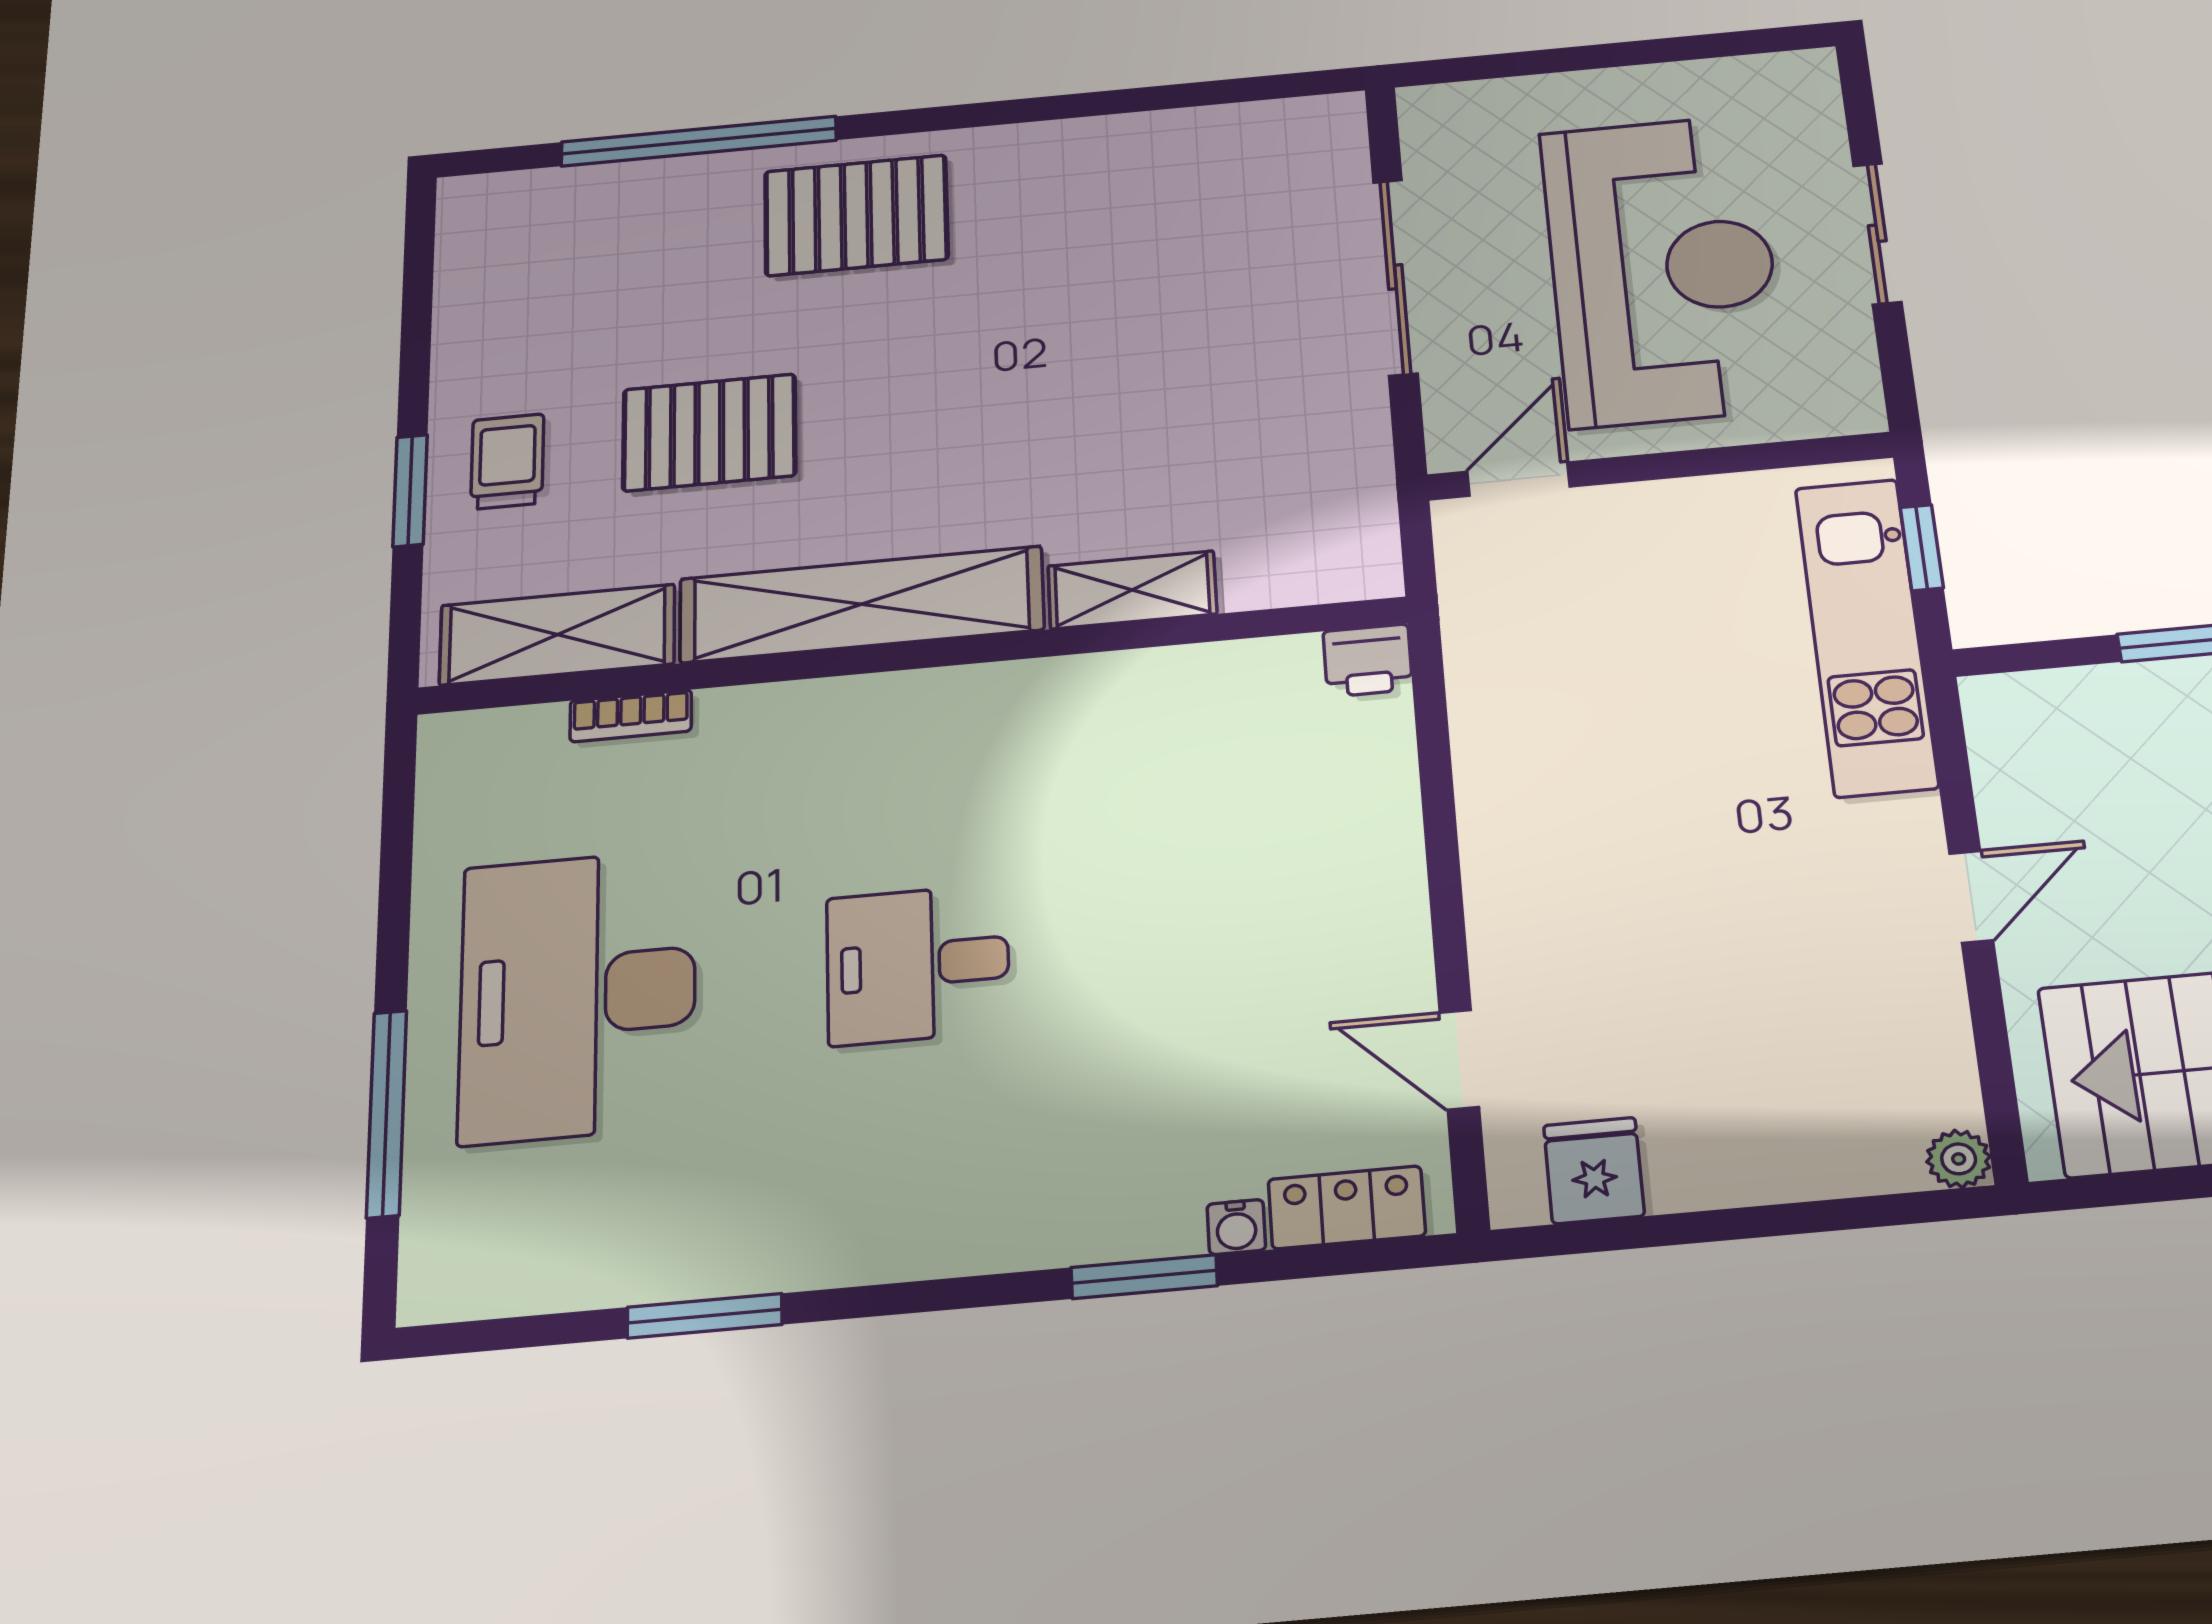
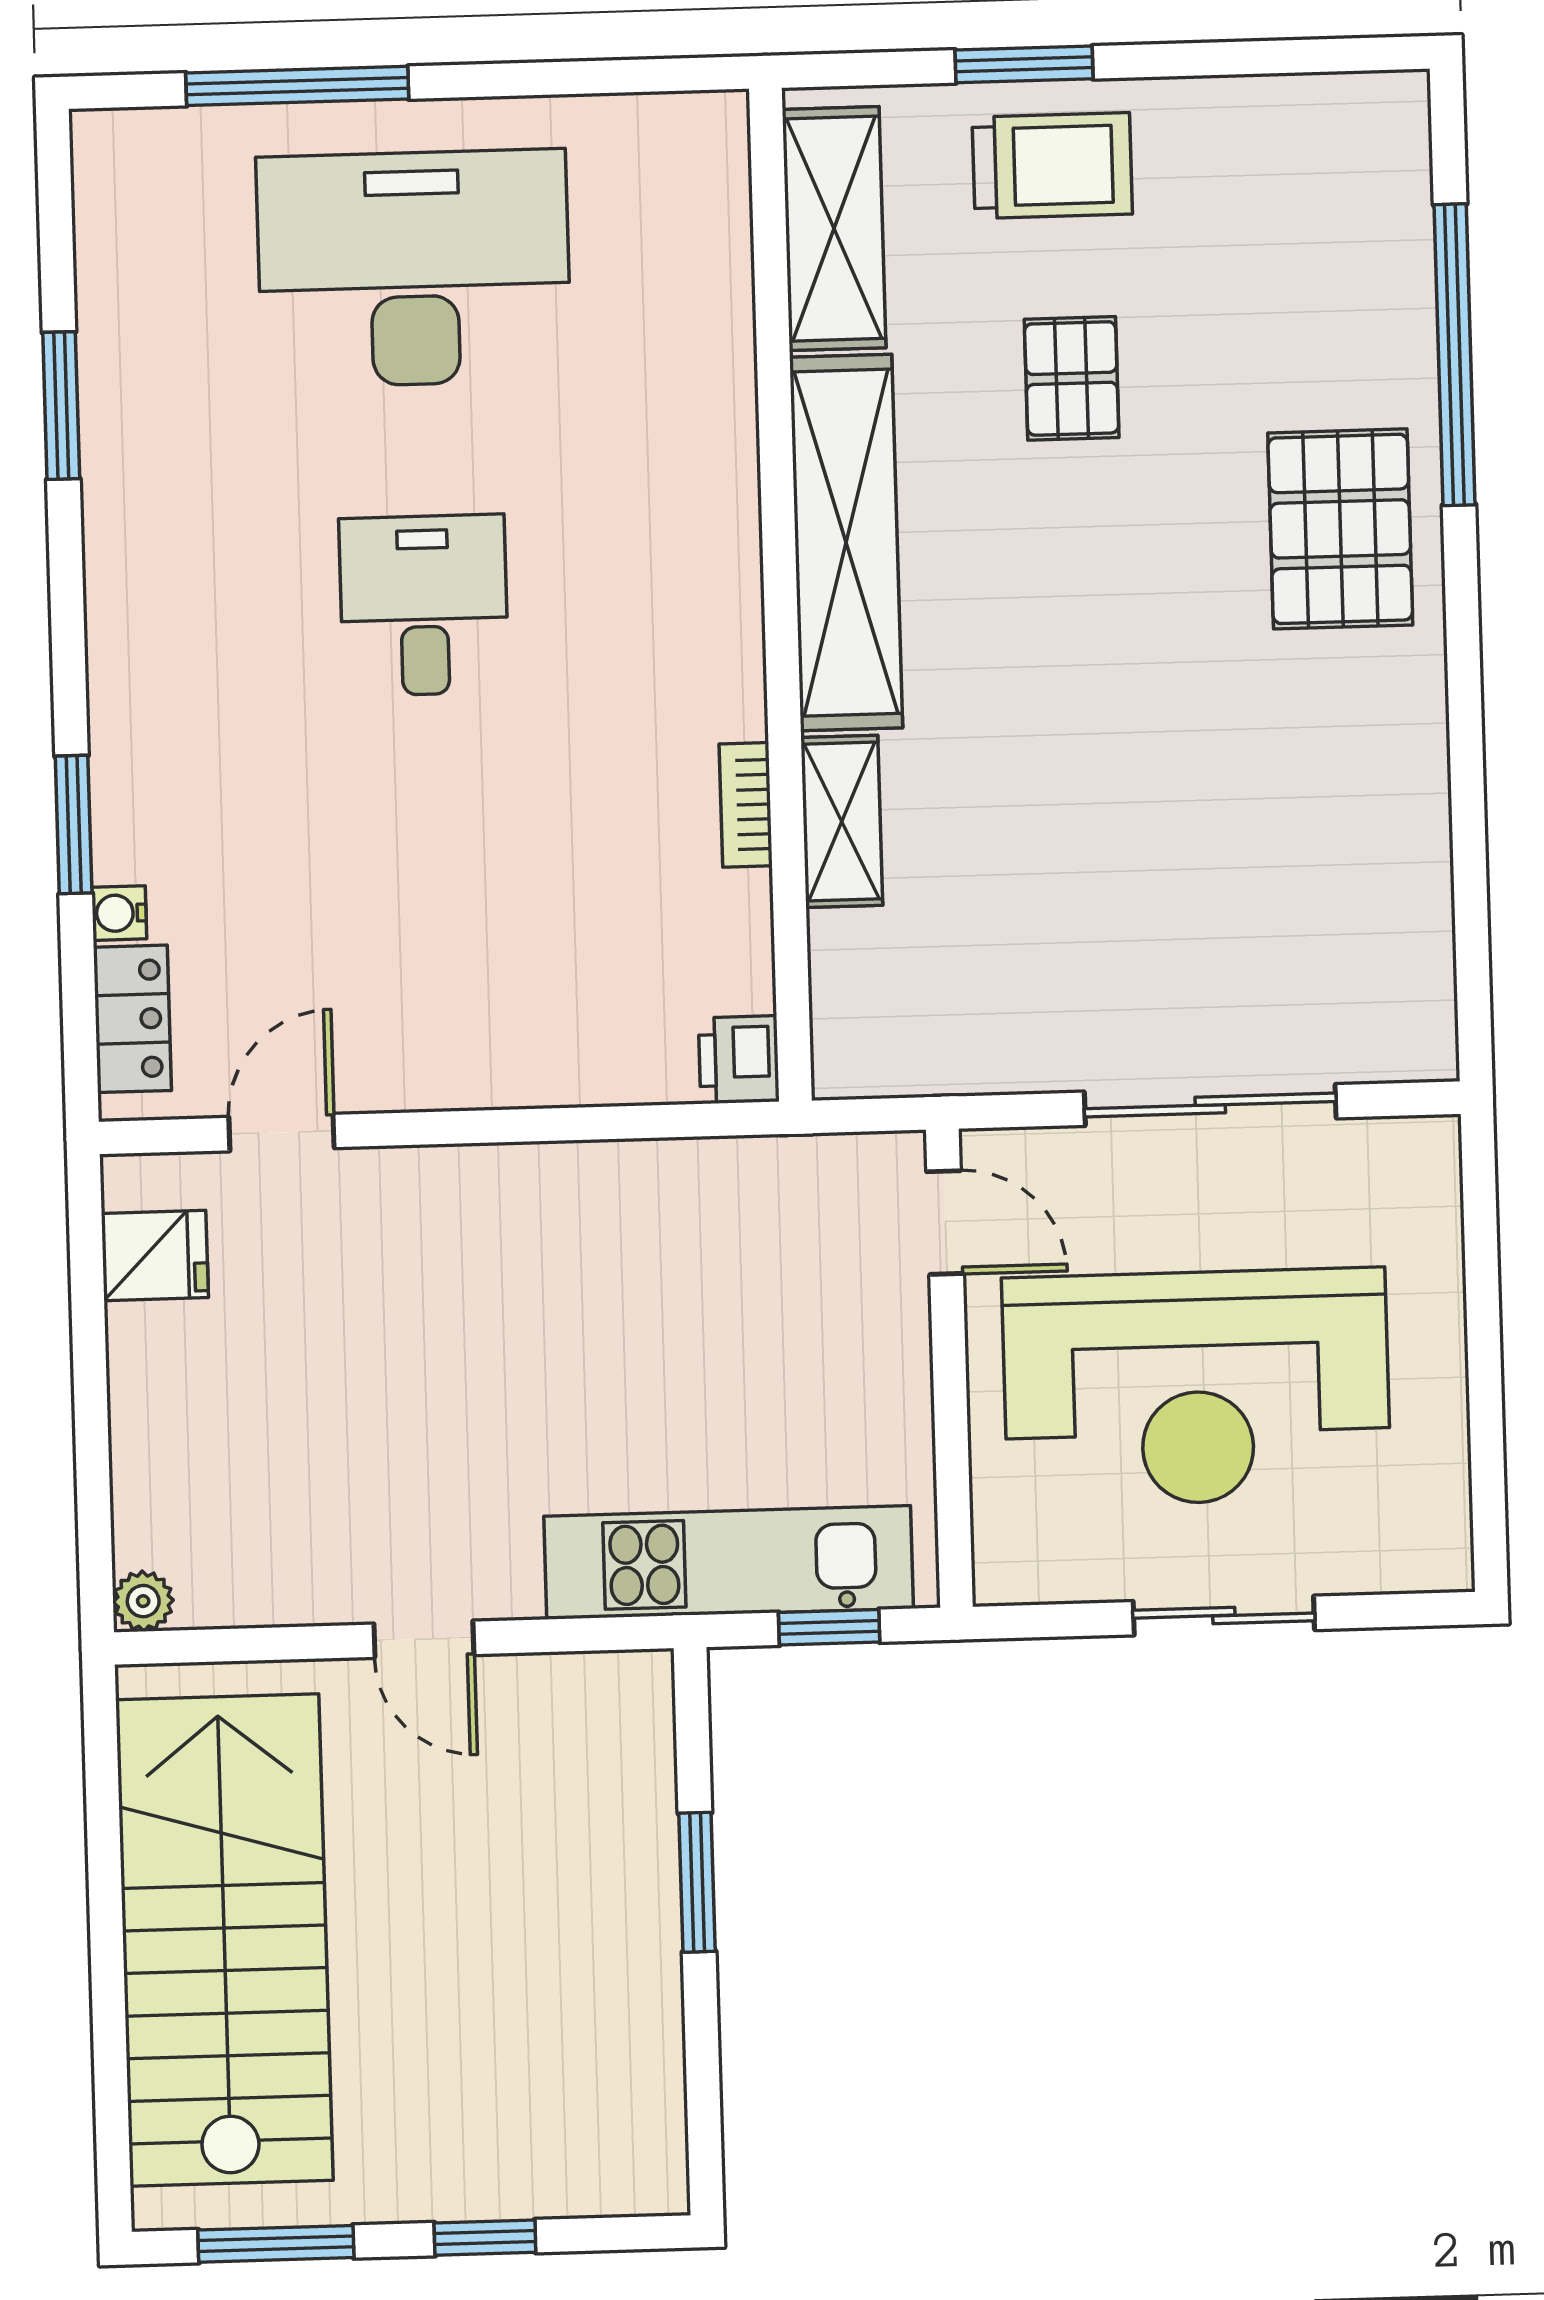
pallet: (709, 432) -> (1072, 378), width x0.67, depth x0.71
trolley: (507, 461) -> (1052, 166), width x1.36, depth x1.39
bookcase: (631, 716) -> (746, 805), moved

